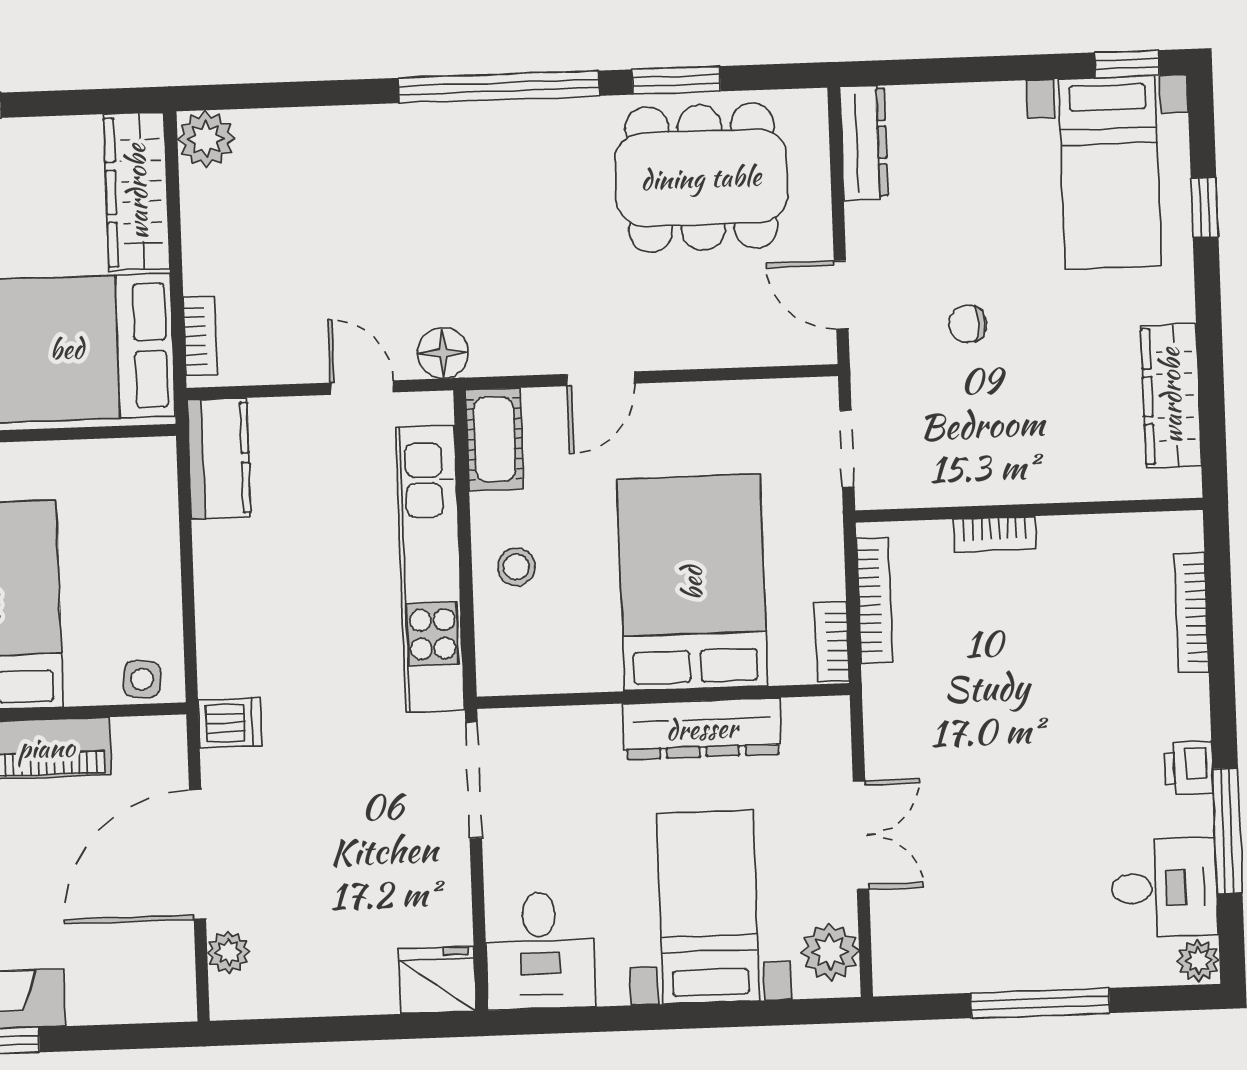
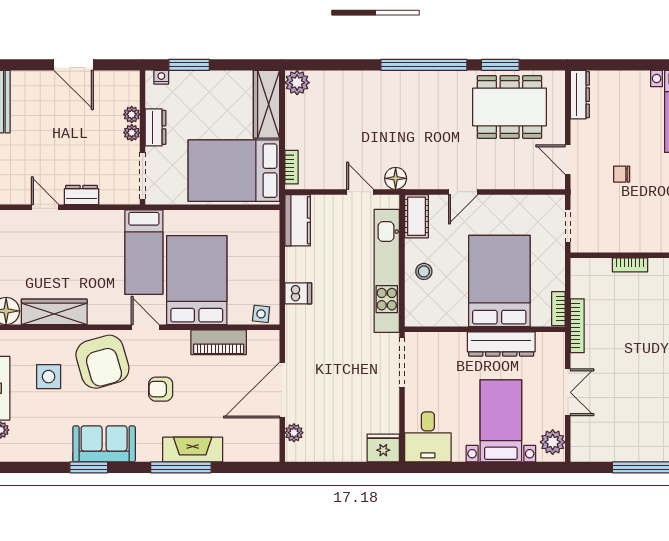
bookcase: (874, 600) -> (577, 326), moved
dishwasher: (230, 723) -> (298, 293), moved

